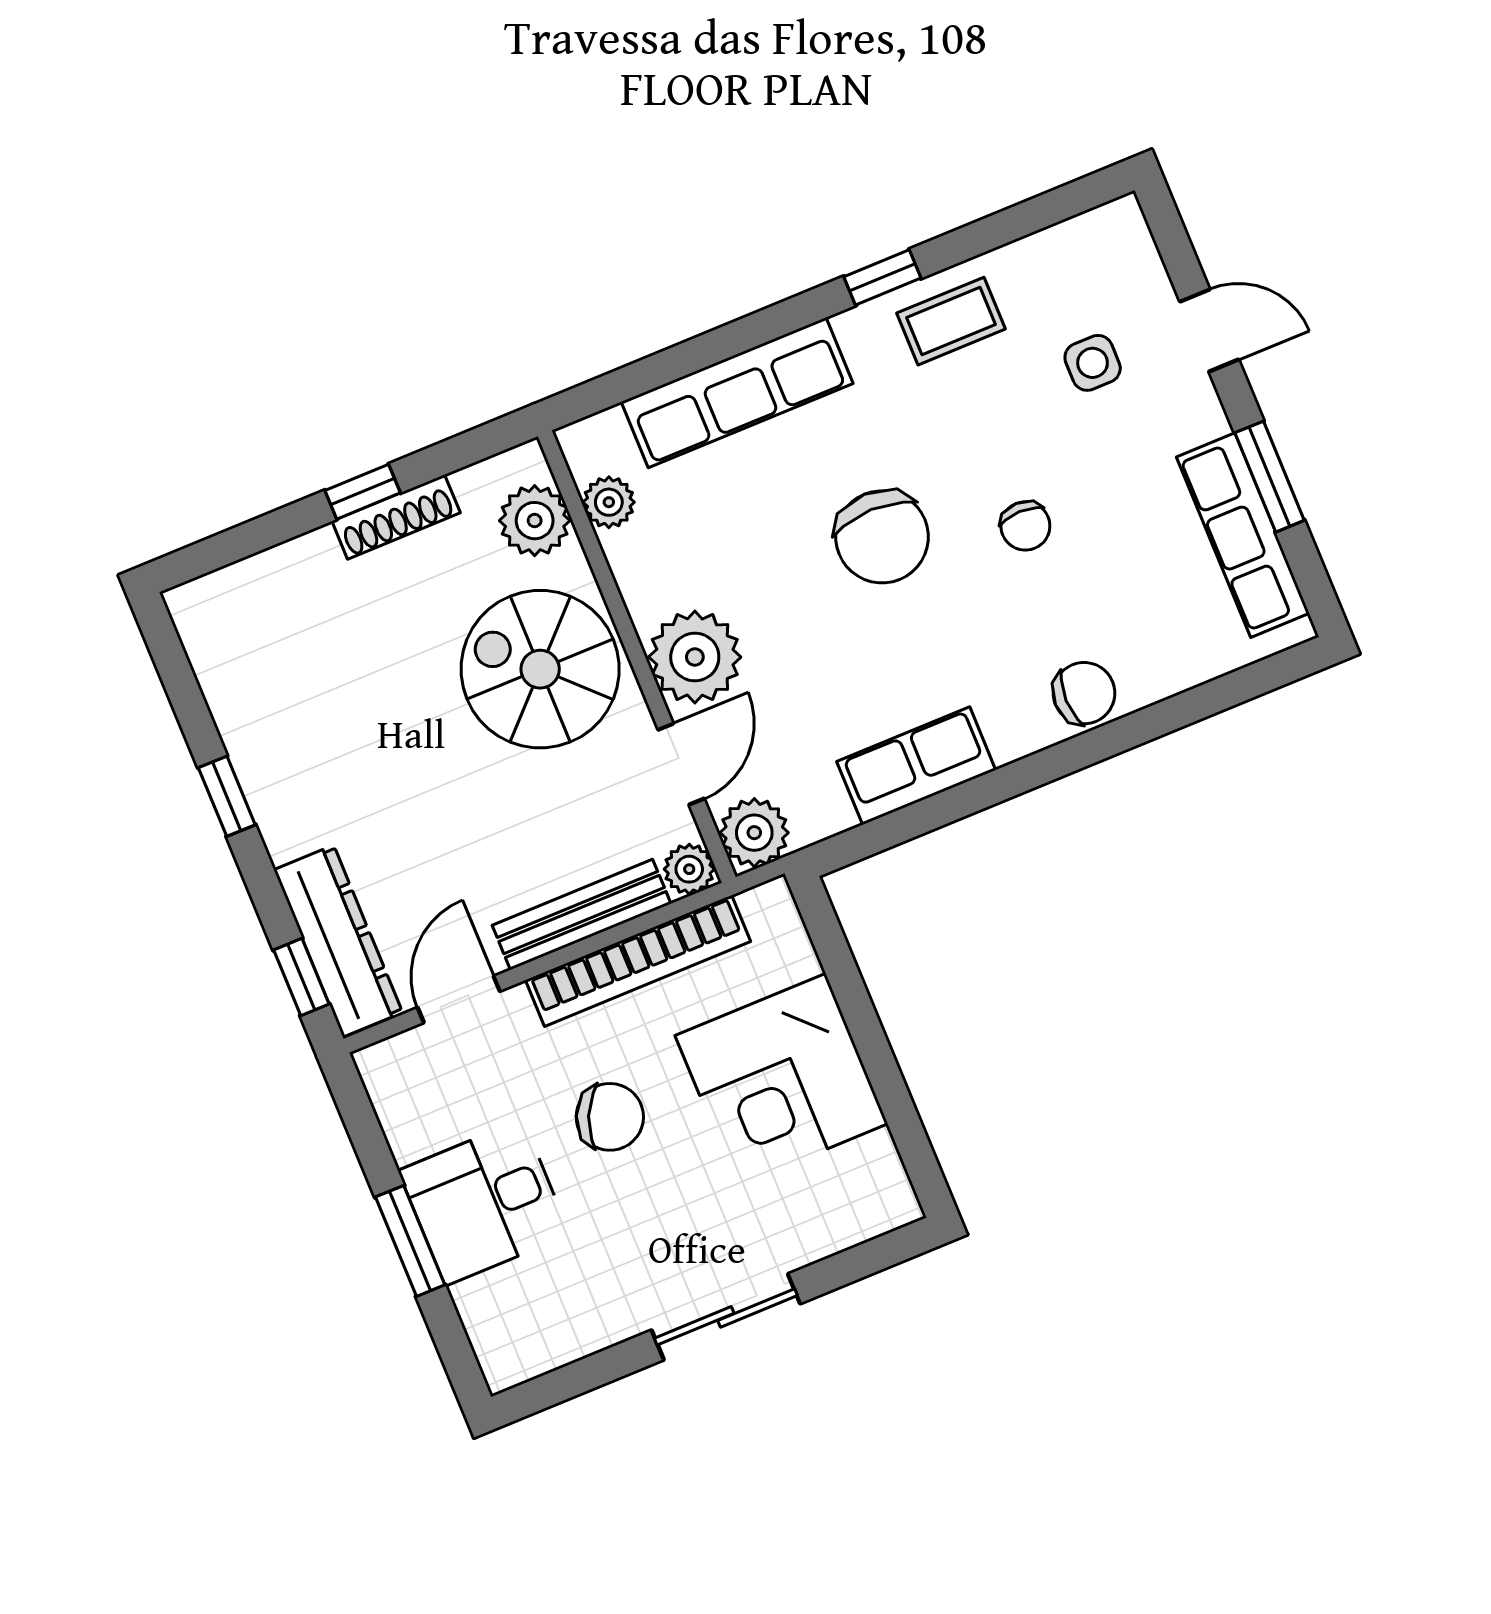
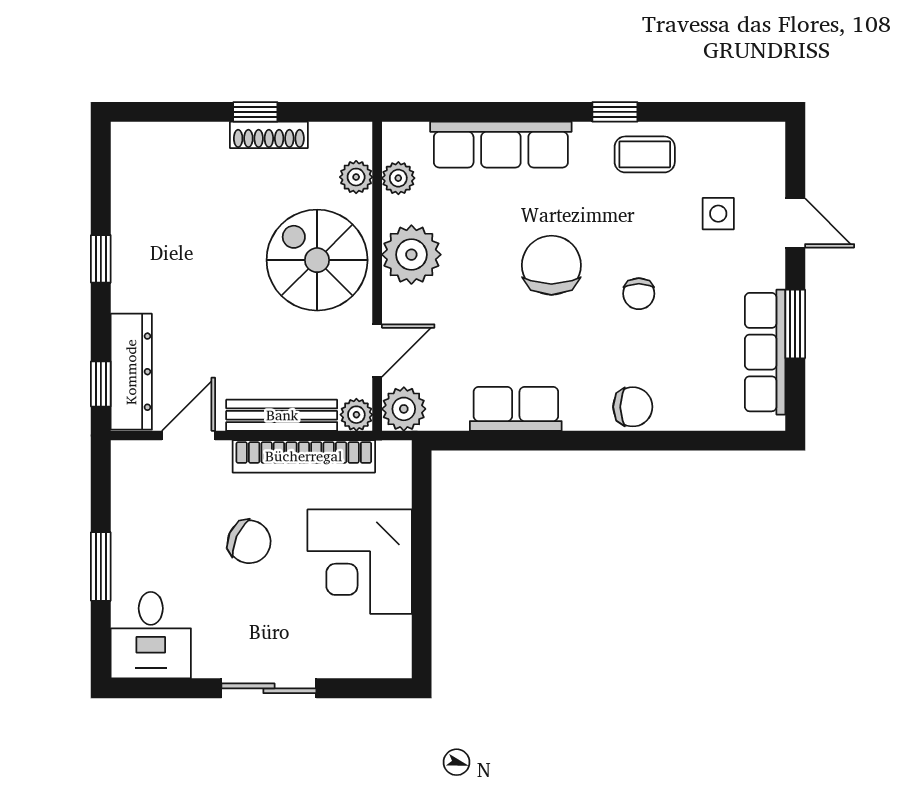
plant: (535, 521) -> (356, 177), width x0.73, depth x0.73
chair: (882, 537) -> (551, 265), turned 180
plant: (695, 657) -> (411, 255), moved
desk: (484, 1202) -> (151, 635), moved, turned -90

